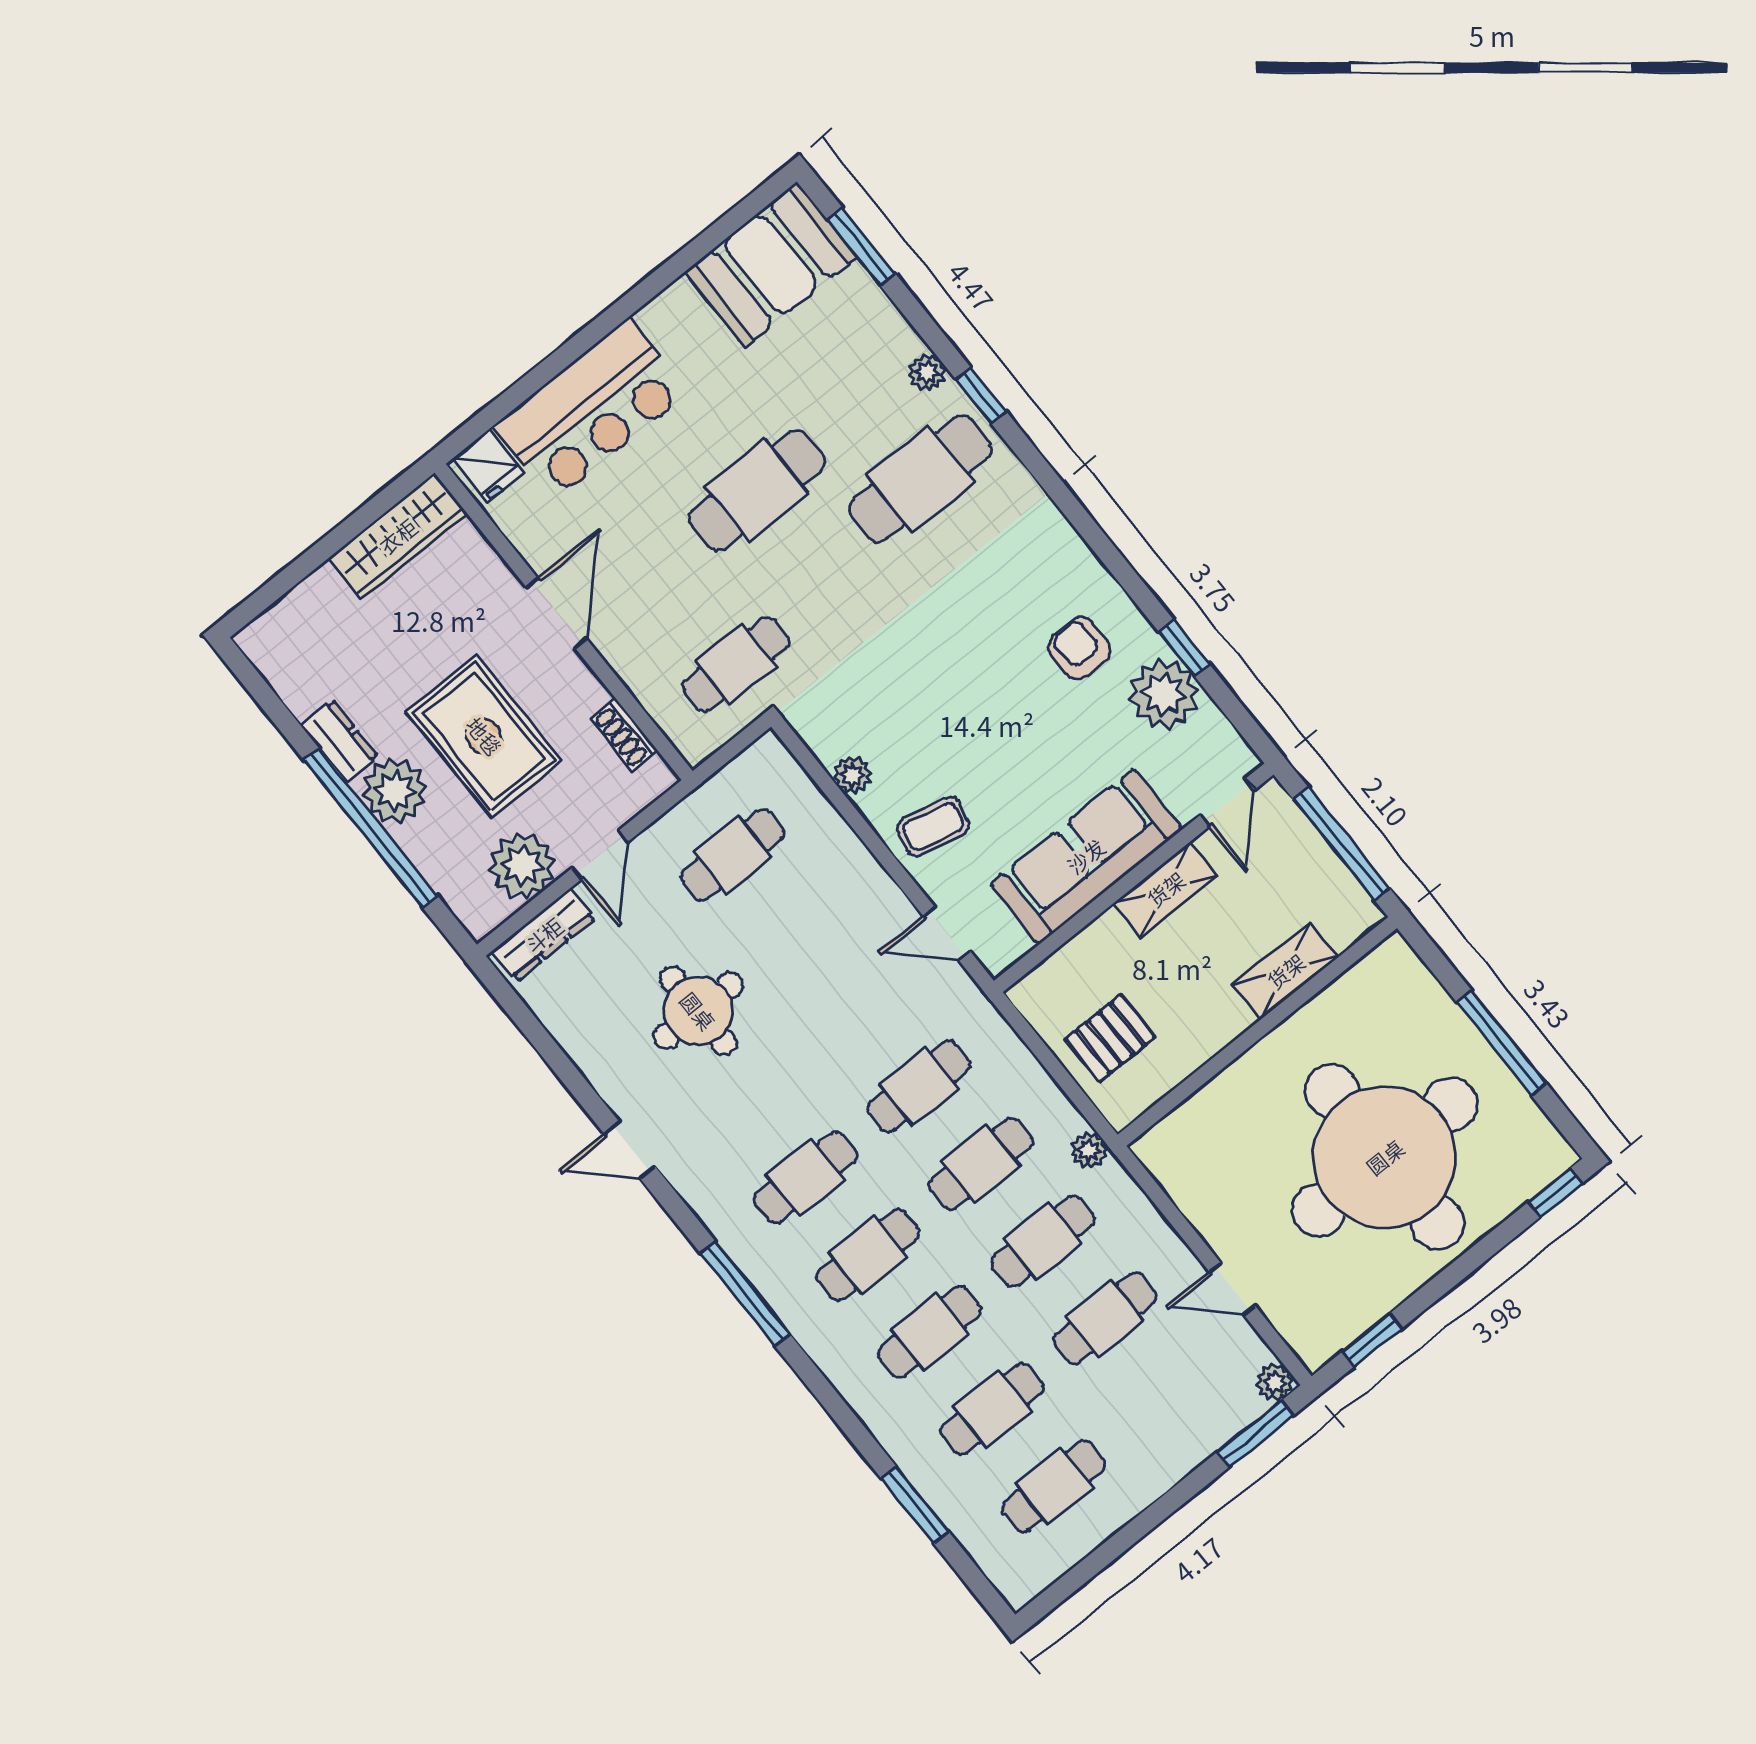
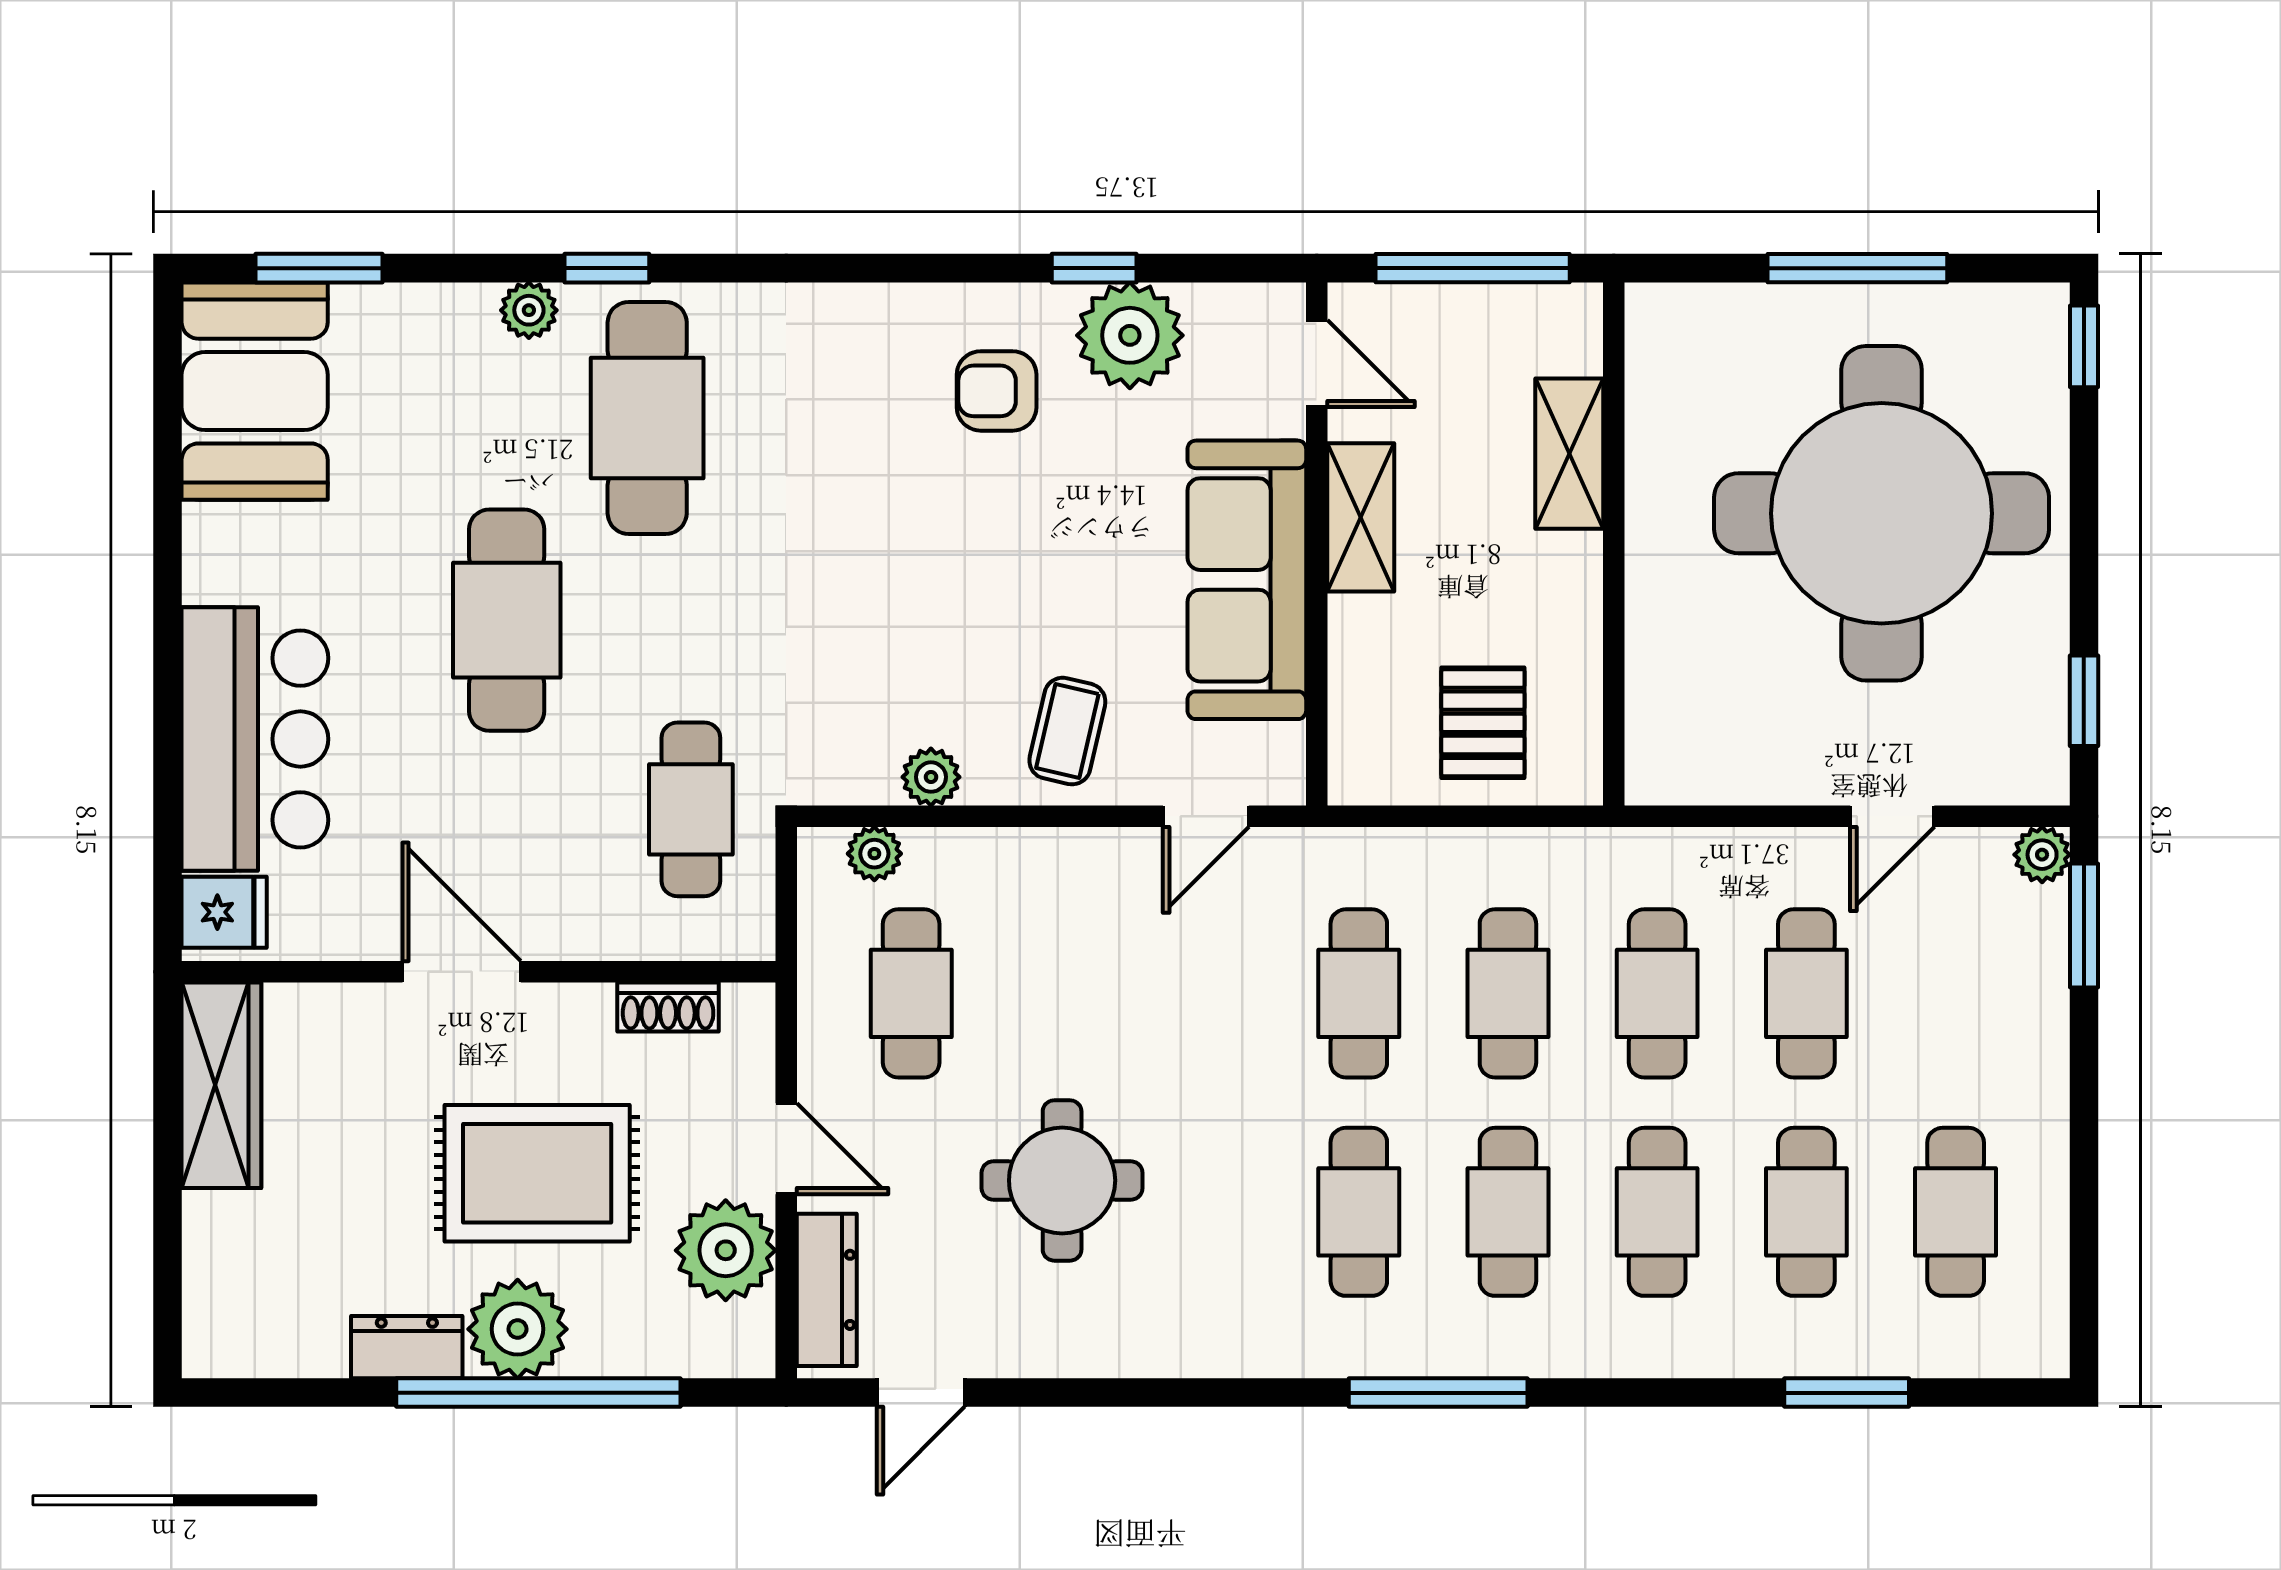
door: (630, 1150) -> (921, 1393), moved
plant: (1089, 1150) -> (874, 854), moved

